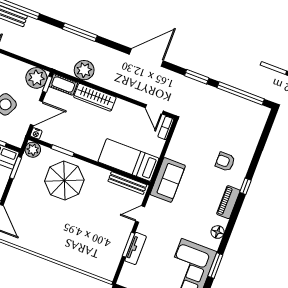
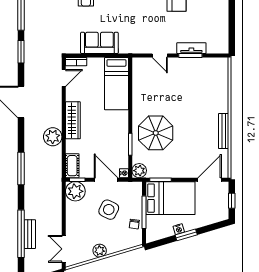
plant: (84, 70) -> (53, 137), moved
wardrobe: (95, 97) -> (73, 120), moved
sofa: (168, 180) -> (99, 43), moved
bench: (127, 183) -> (224, 131), moved

